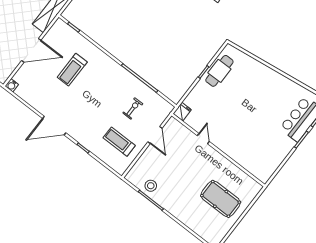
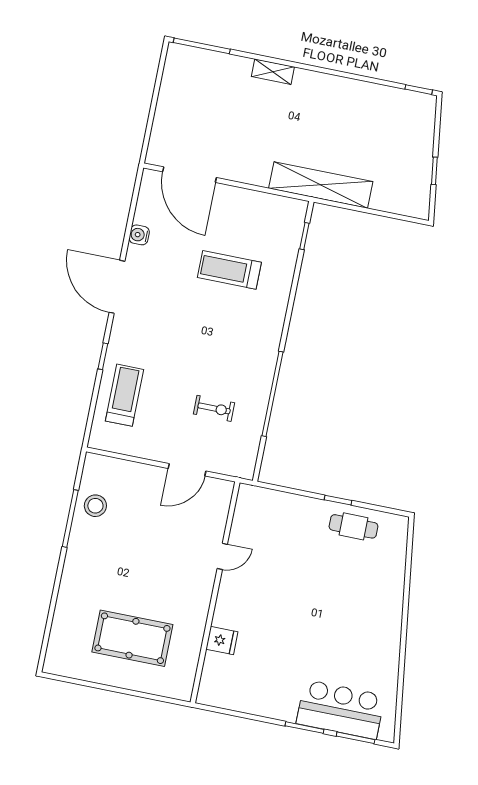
door: (31, 50) -> (189, 175), moved
cafe table: (219, 71) -> (353, 526), width x0.73, depth x0.74
water cooler: (12, 85) -> (139, 235), moved
fridge: (182, 112) -> (222, 641), moved
treadmill: (119, 142) -> (124, 395), moved
pool table: (221, 199) -> (132, 638), turned 90

